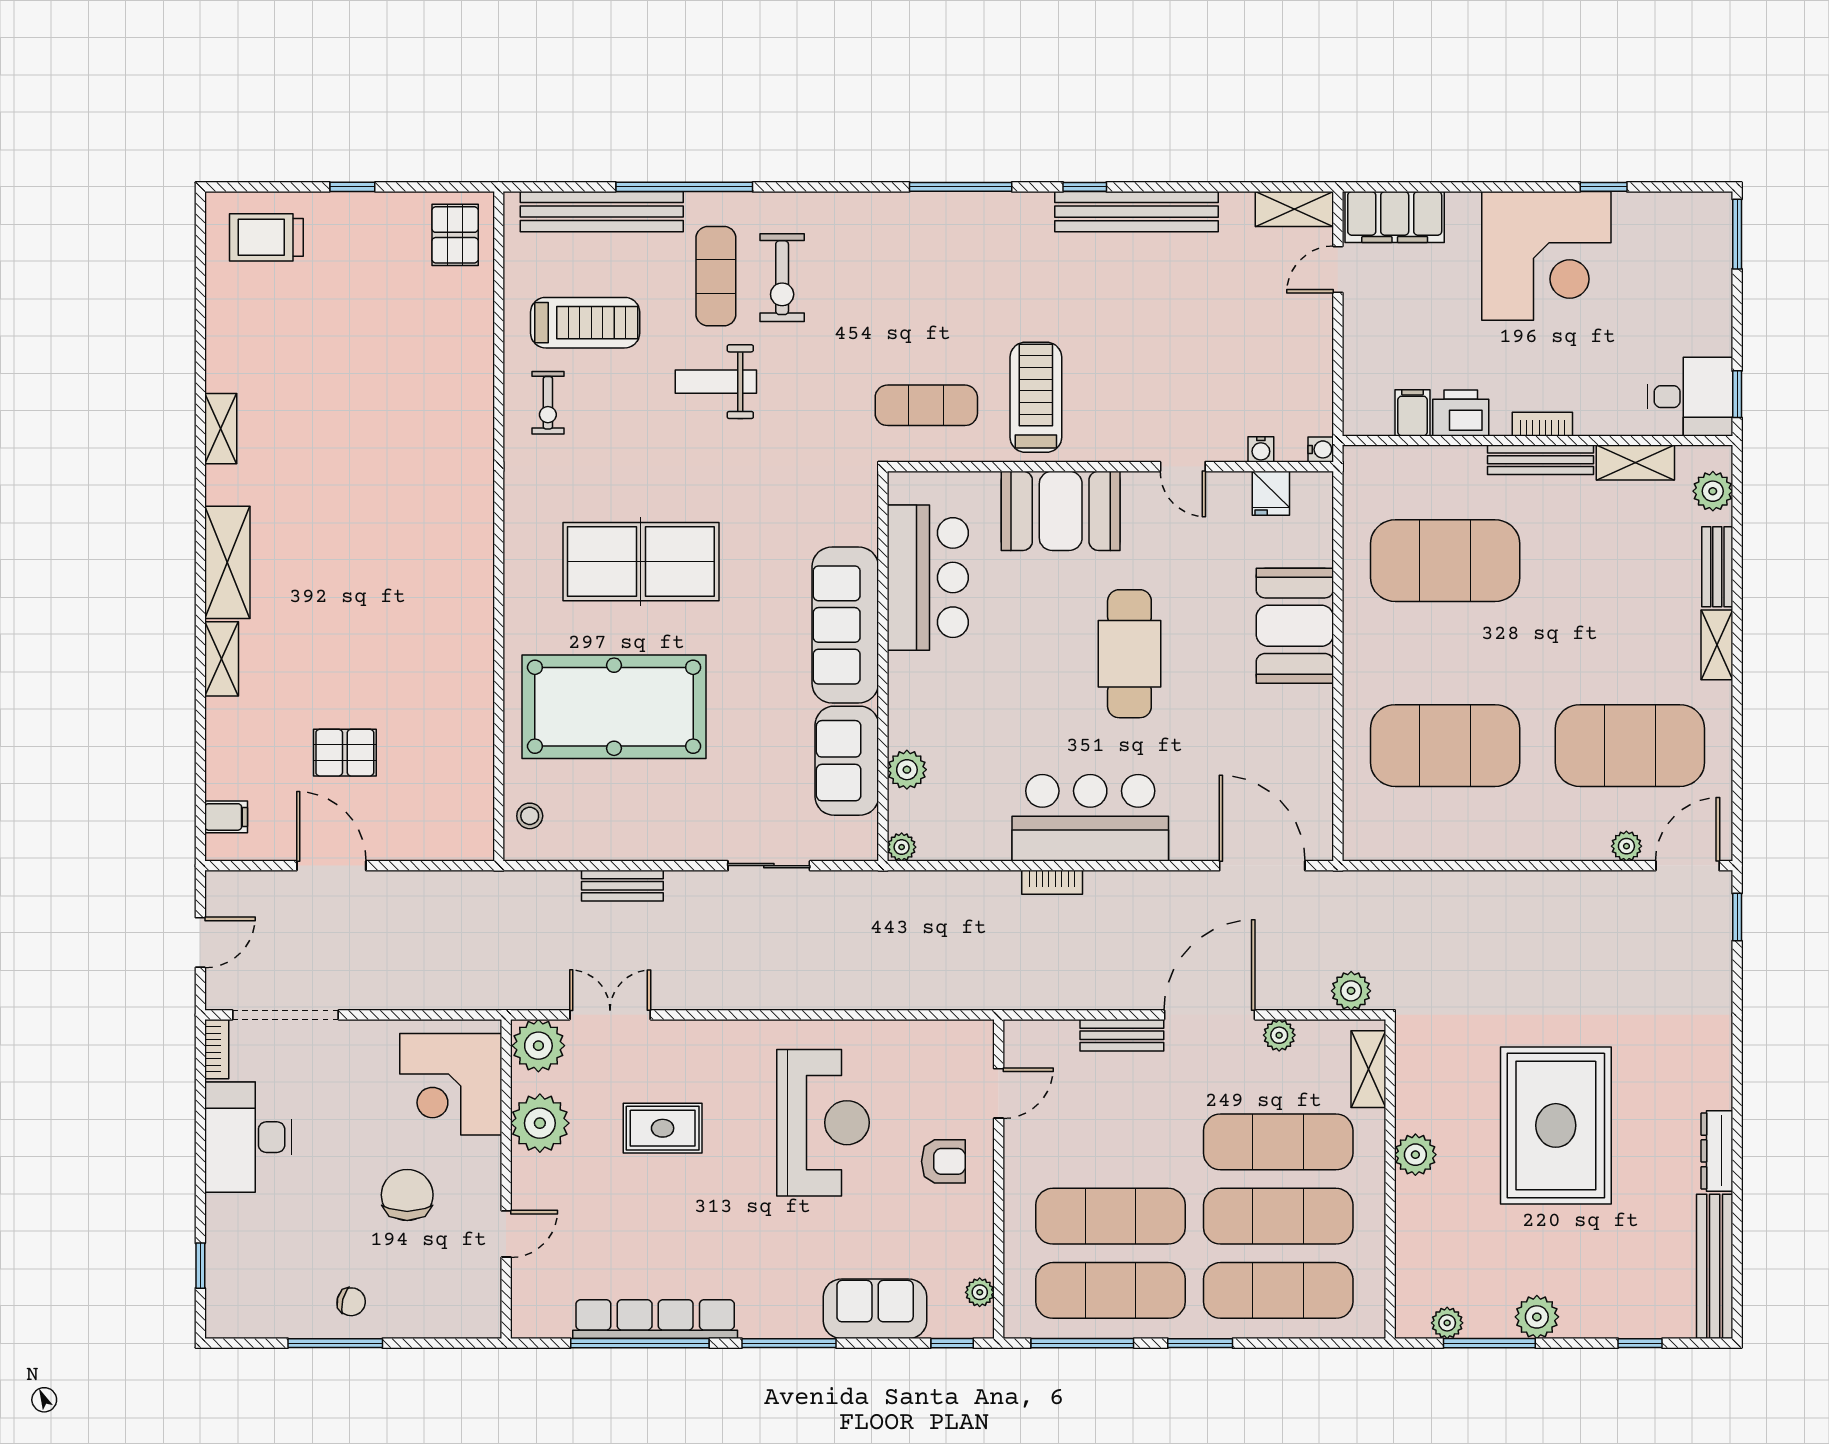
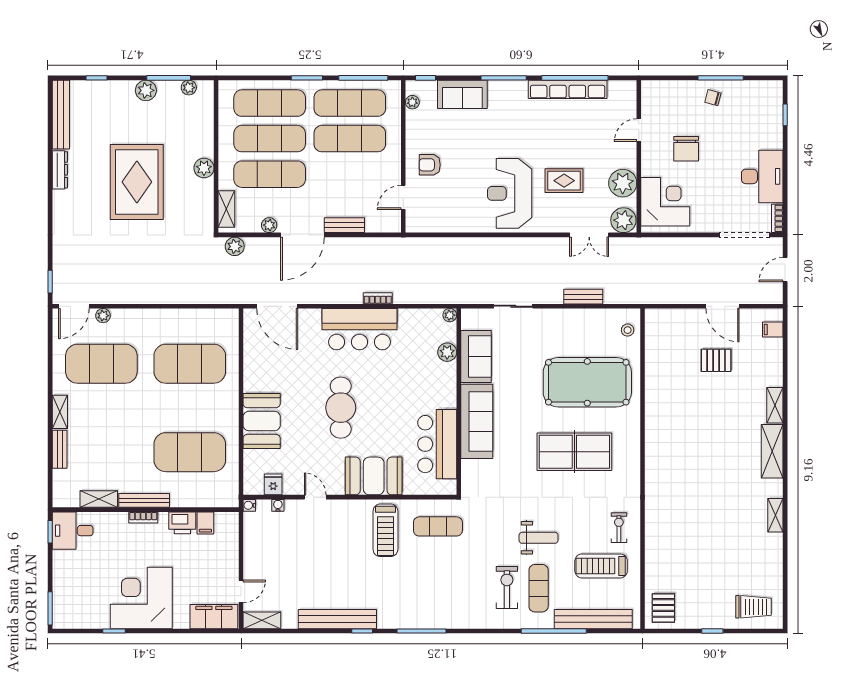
plant: (1713, 491) -> (62, 485), removed
reception desk: (823, 1123) -> (510, 193), moved

